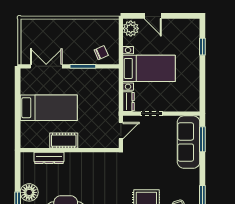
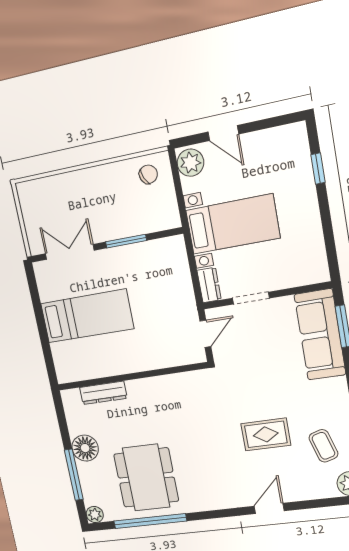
chair: (101, 53) -> (148, 174), moved
cot: (64, 141) -> (120, 363), removed

